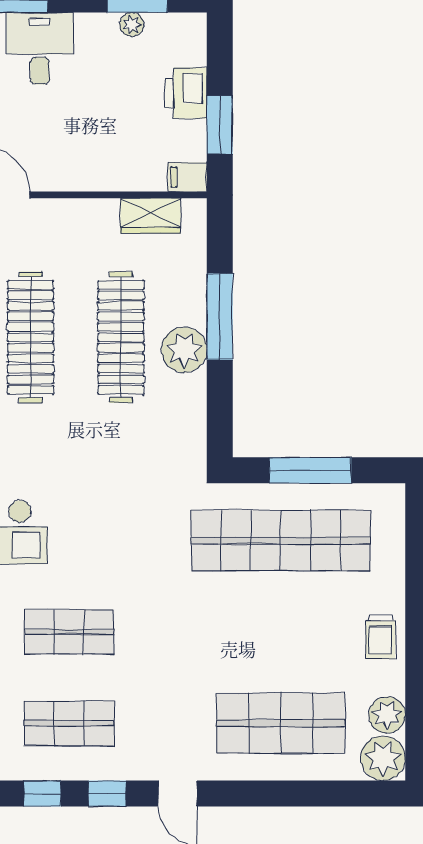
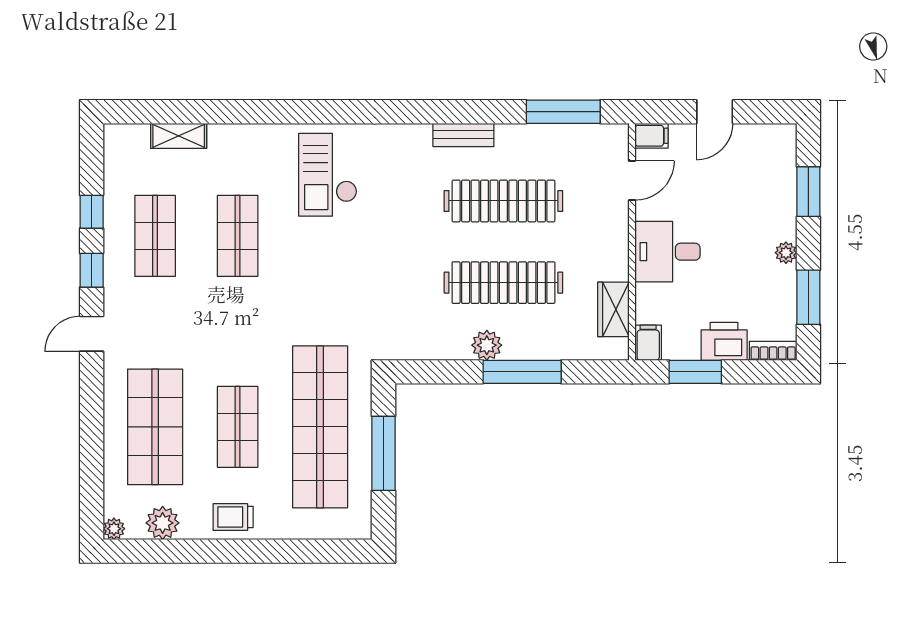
plant: (132, 25) -> (786, 253), moved
bookcase: (196, 39) -> (773, 351), added
desk: (40, 48) -> (668, 252), moved, turned 180
plant: (184, 350) -> (487, 345), width x0.73, depth x0.73
shop shelf: (281, 632) -> (238, 427), added
plant: (383, 758) -> (114, 529), width x0.53, depth x0.53

